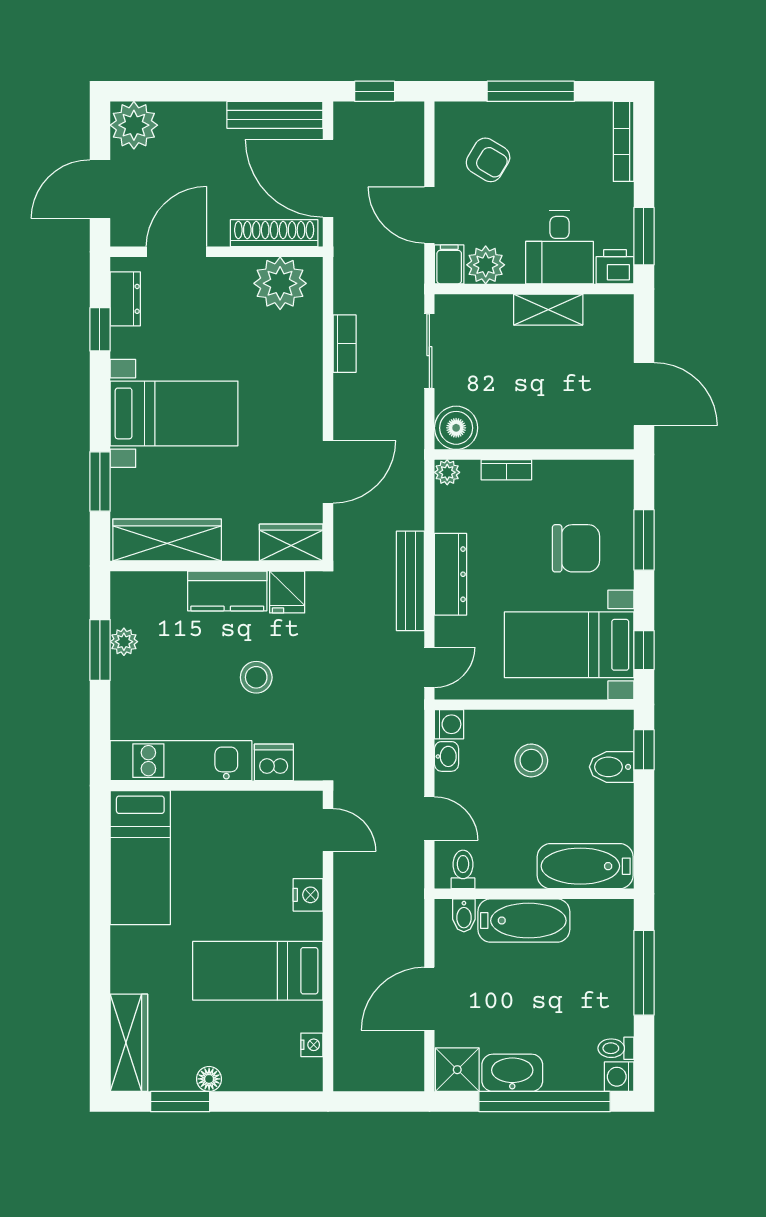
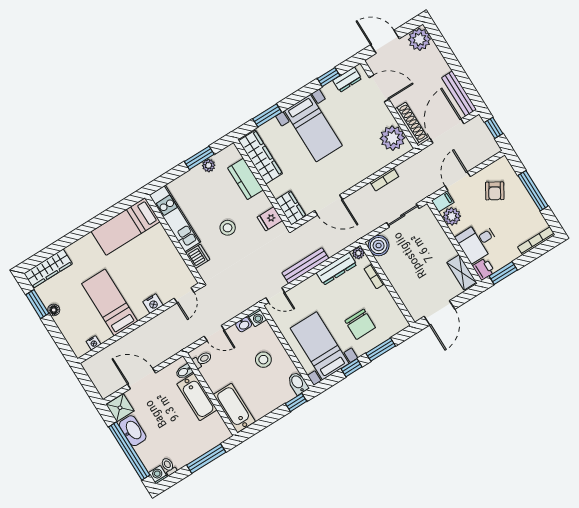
shelving: (548, 310) -> (462, 272), moved
dresser: (451, 574) -> (337, 269), moved
kitchen counter: (227, 591) -> (245, 179), moved
window: (644, 650) -> (352, 368), moved
bidet: (612, 767) -> (298, 383), moved
door: (429, 819) -> (214, 333), hinge flipped

